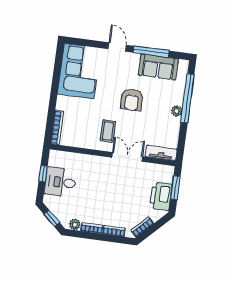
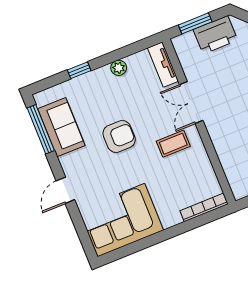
window: (151, 52) -> (41, 129), moved
window: (187, 98) -> (79, 70), width x0.32
plant: (177, 111) -> (119, 68), moved

